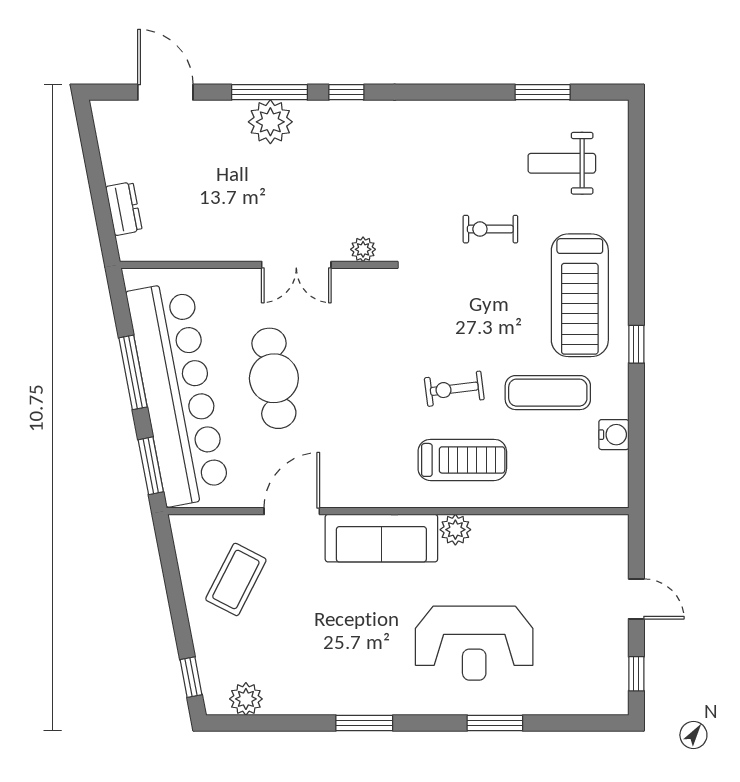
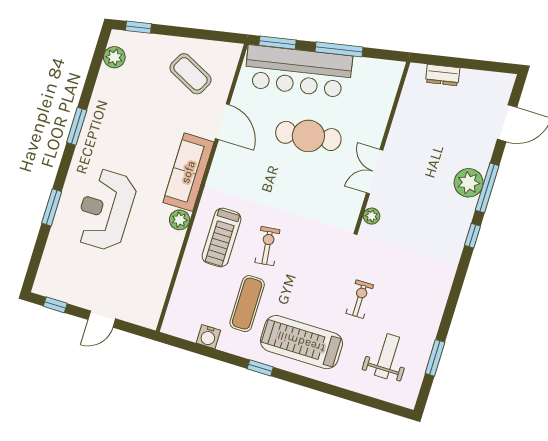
bar counter: (178, 394) -> (298, 71), width x0.73

